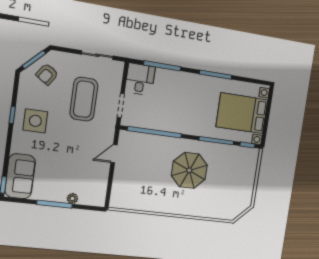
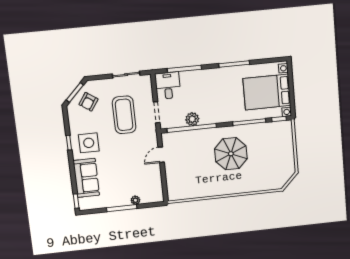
plant: (157, 123) -> (192, 119), added
sofa: (20, 176) -> (86, 178), moved

